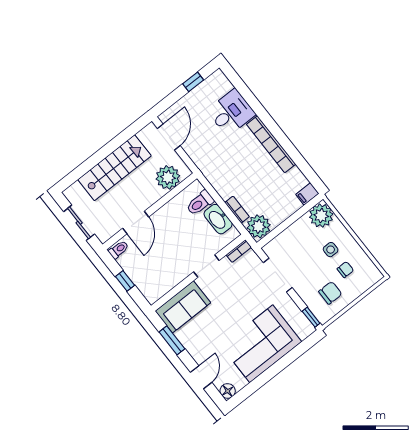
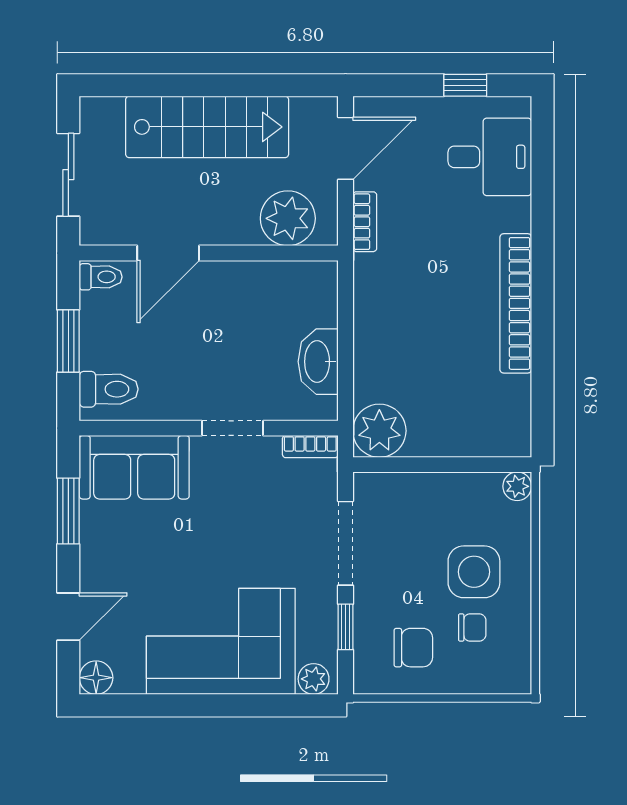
desk: (231, 112) -> (490, 157), moved
filing cabinet: (307, 194) -> (510, 441), removed
toilet: (200, 203) -> (109, 389), moved, turned 180
bookcase: (237, 210) -> (365, 222), moved
plant: (321, 216) -> (517, 486), width x0.53, depth x0.53
side table: (331, 250) -> (474, 572), width x1.87, depth x1.87
window: (125, 281) -> (68, 341), width x1.50
window: (311, 317) -> (346, 627), moved
plant: (304, 331) -> (314, 679), added

